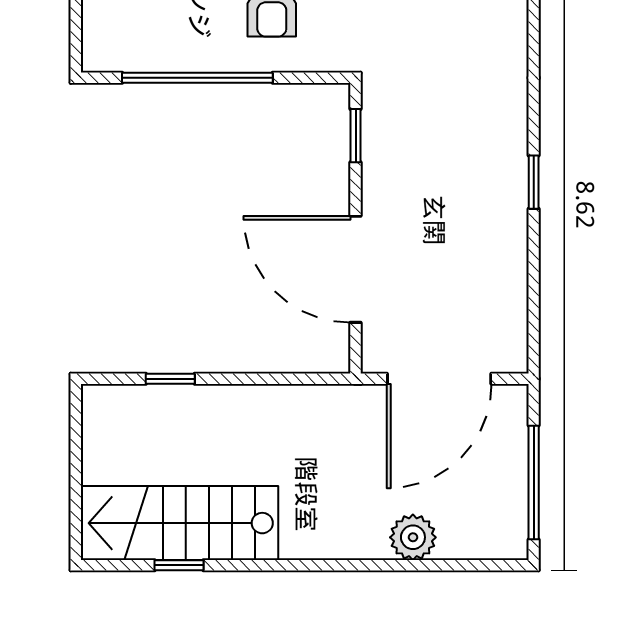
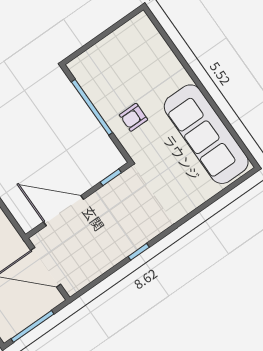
door: (356, 269) -> (64, 211), hinge flipped

